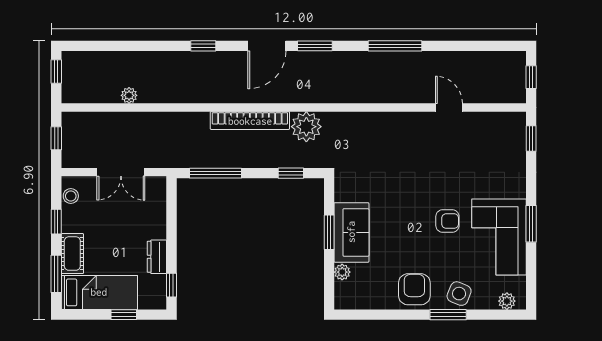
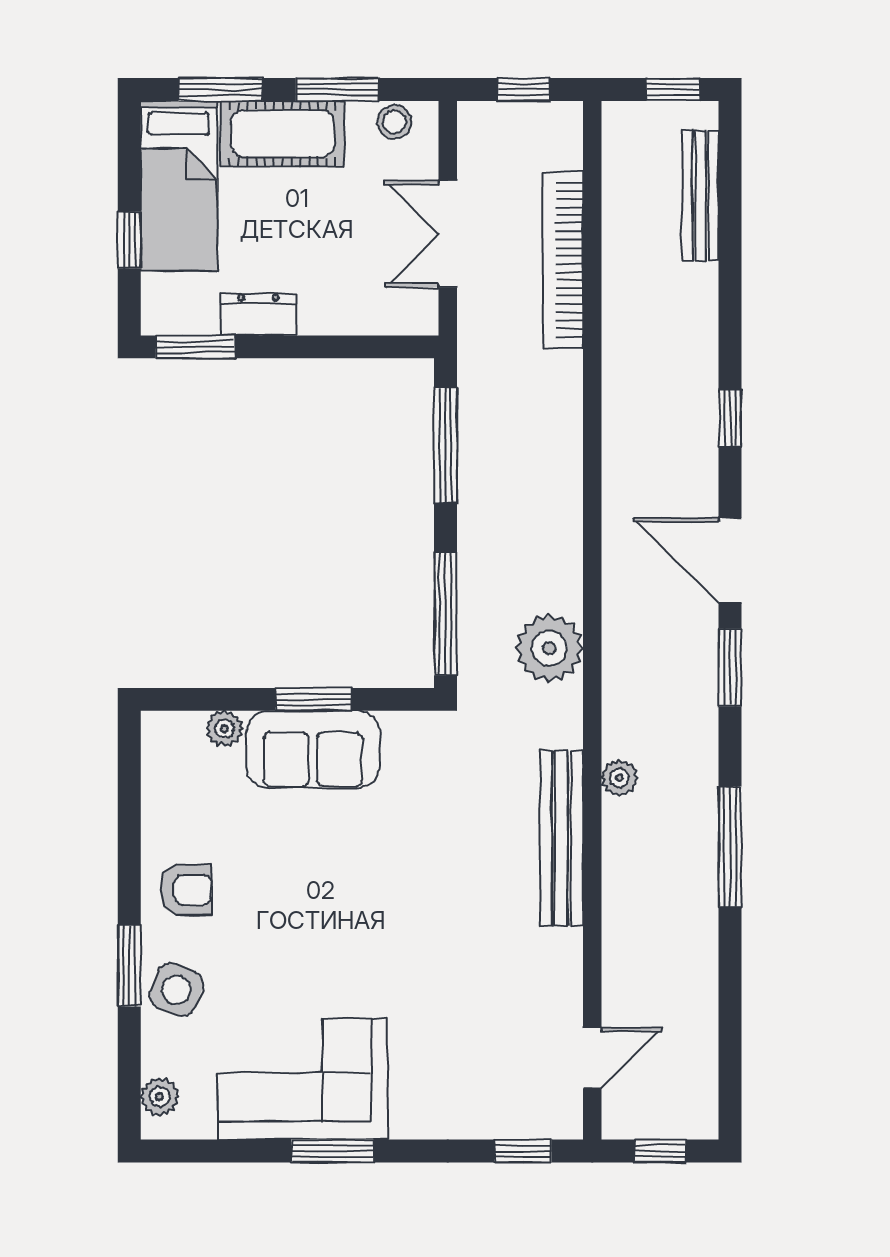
bench: (104, 59) -> (701, 196), added
plant: (129, 95) -> (619, 778), moved
door: (449, 107) -> (592, 1058), moved
bookcase: (250, 121) -> (563, 260), moved
bench: (391, 121) -> (561, 838), added
window: (291, 173) -> (445, 614), width x2.17
armchair: (447, 221) -> (339, 964), removed
window: (56, 222) -> (337, 89), width x1.50
cot: (72, 254) -> (282, 134), width x1.37, depth x1.34
window: (171, 285) -> (195, 347), width x1.50
armchair: (414, 289) -> (186, 890), width x0.72, depth x0.72

